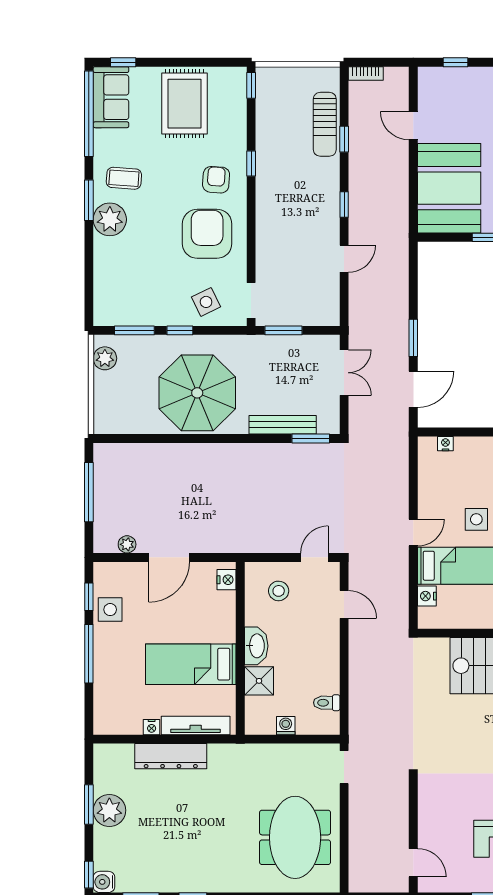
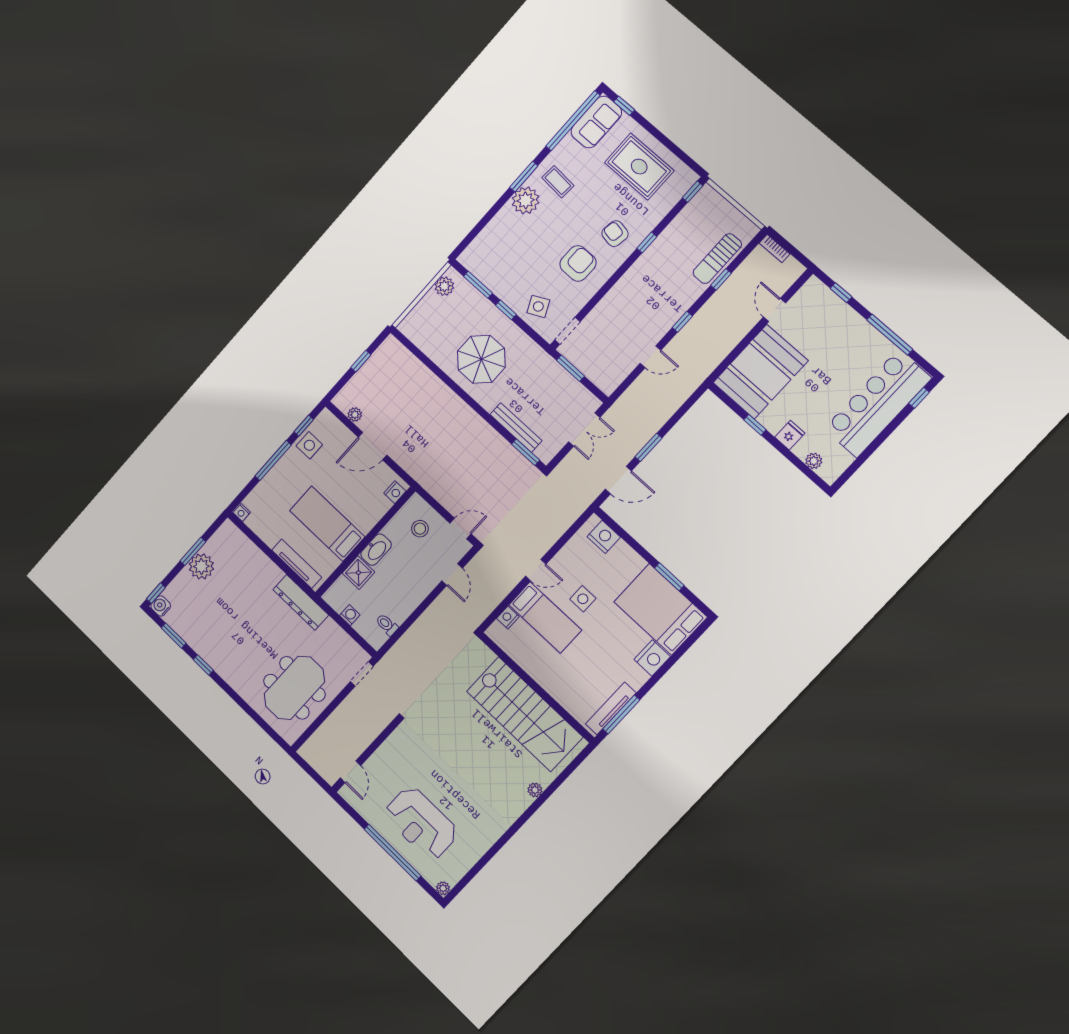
rug: (184, 104) -> (639, 167), turned 90
armchair: (216, 180) -> (615, 234), turned -84
armchair: (207, 234) -> (578, 263), width x0.73, depth x0.73
parasol: (197, 393) -> (481, 359), width x0.73, depth x0.73
nightstand: (445, 444) -> (604, 537), width x1.89, depth x1.79
window: (89, 492) -> (361, 361), width x0.46
nightstand: (152, 727) -> (242, 513), moved
dresser: (171, 756) -> (301, 602), moved

